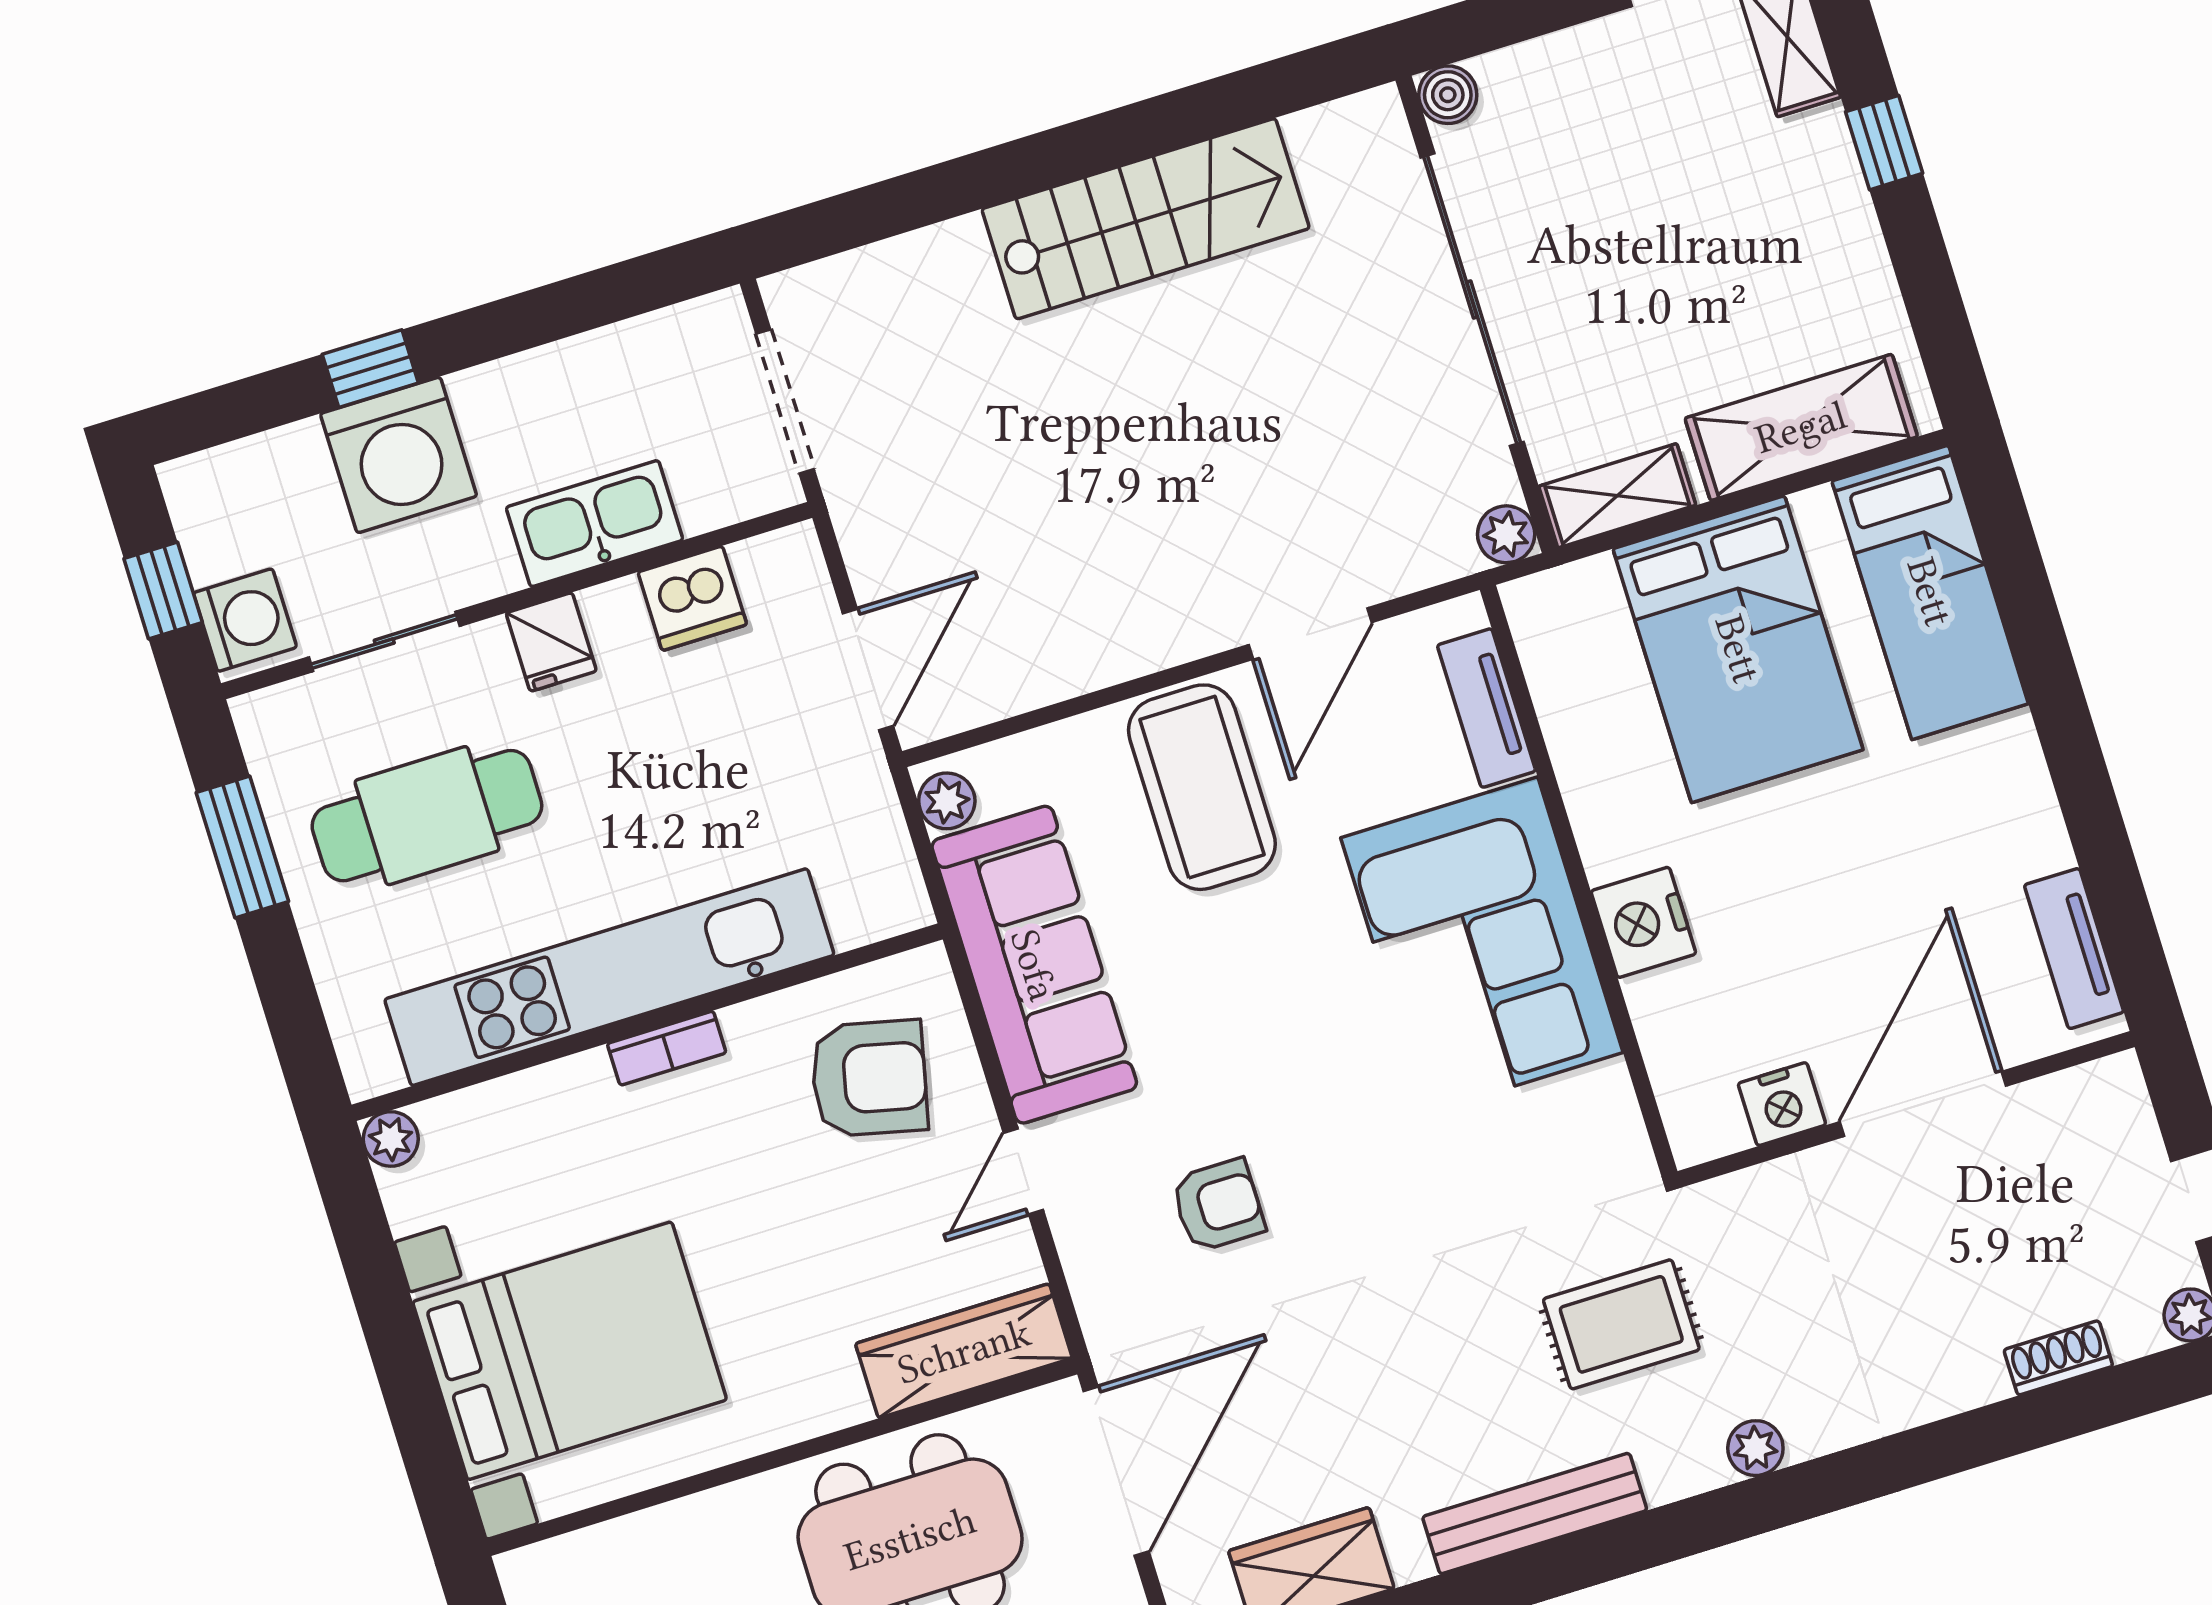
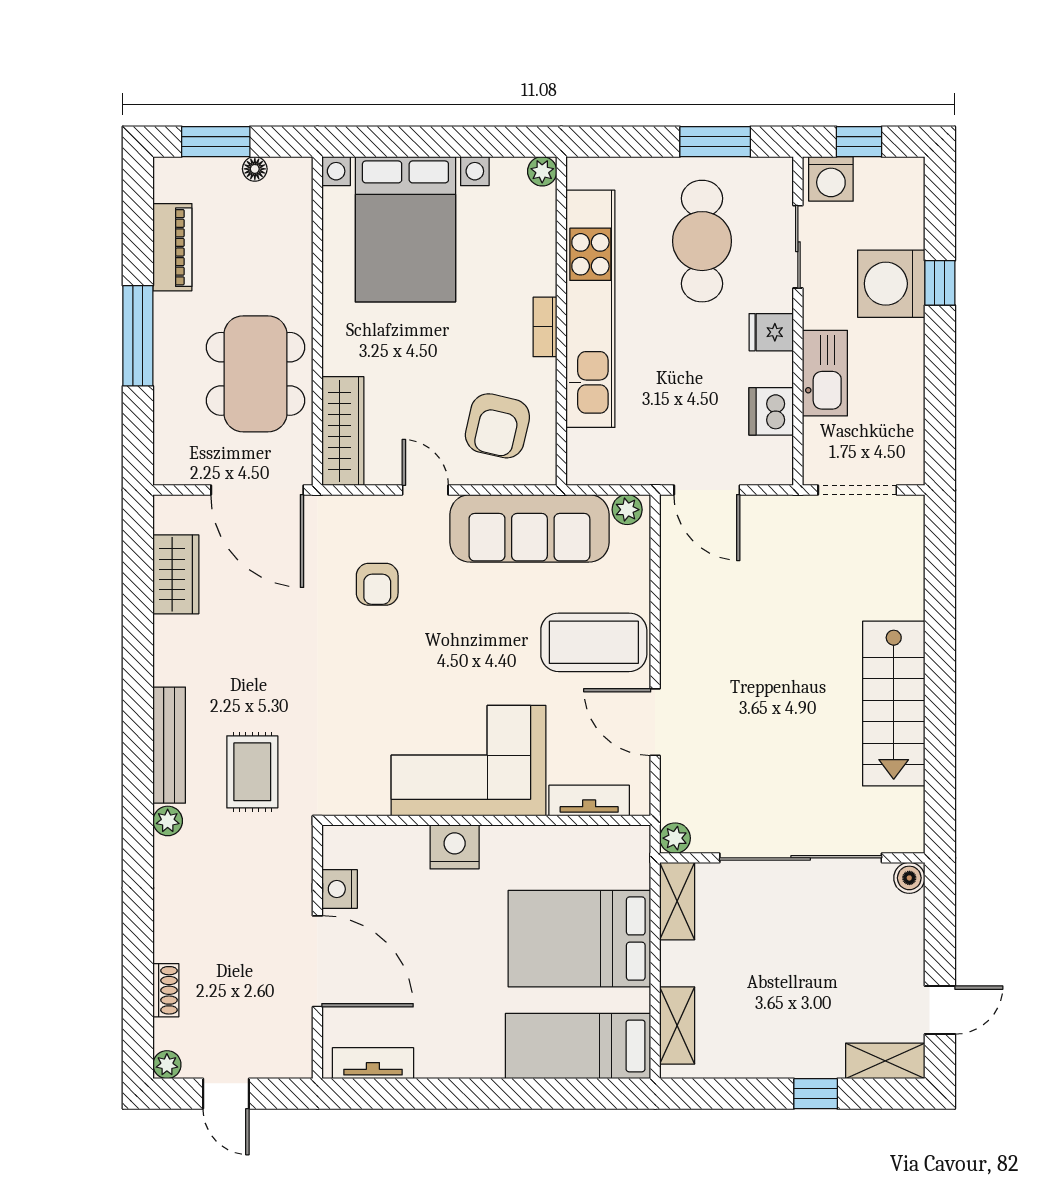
shelving: (1801, 427) -> (677, 1025), width x0.67, depth x0.75
bench: (1535, 1514) -> (169, 745), moved

